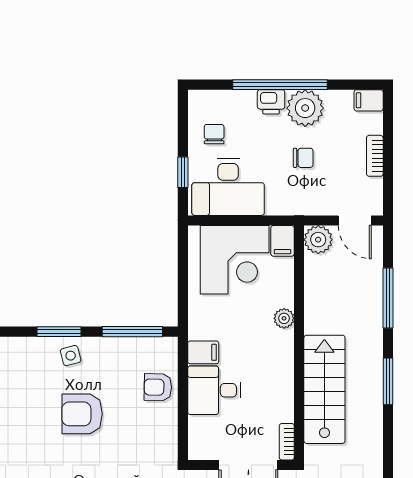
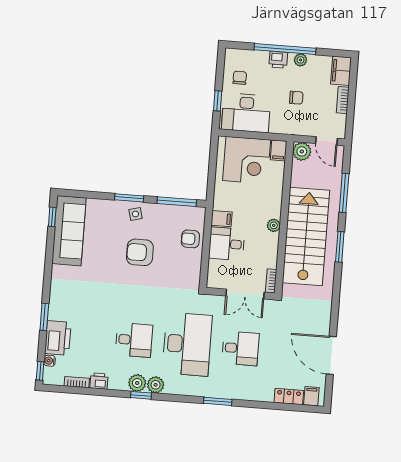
filing cabinet: (369, 100) -> (341, 71), width x2.00
plant: (305, 108) -> (300, 60), width x0.53, depth x0.53
plant: (284, 318) -> (274, 225), moved
stairs: (324, 389) -> (306, 237), width x1.36, depth x1.51

